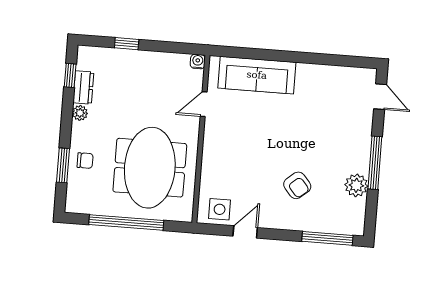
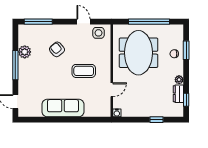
sofa: (257, 75) -> (63, 108), moved
coffee table: (252, 142) -> (84, 71), added
door: (245, 232) -> (83, 22), swing flipped

